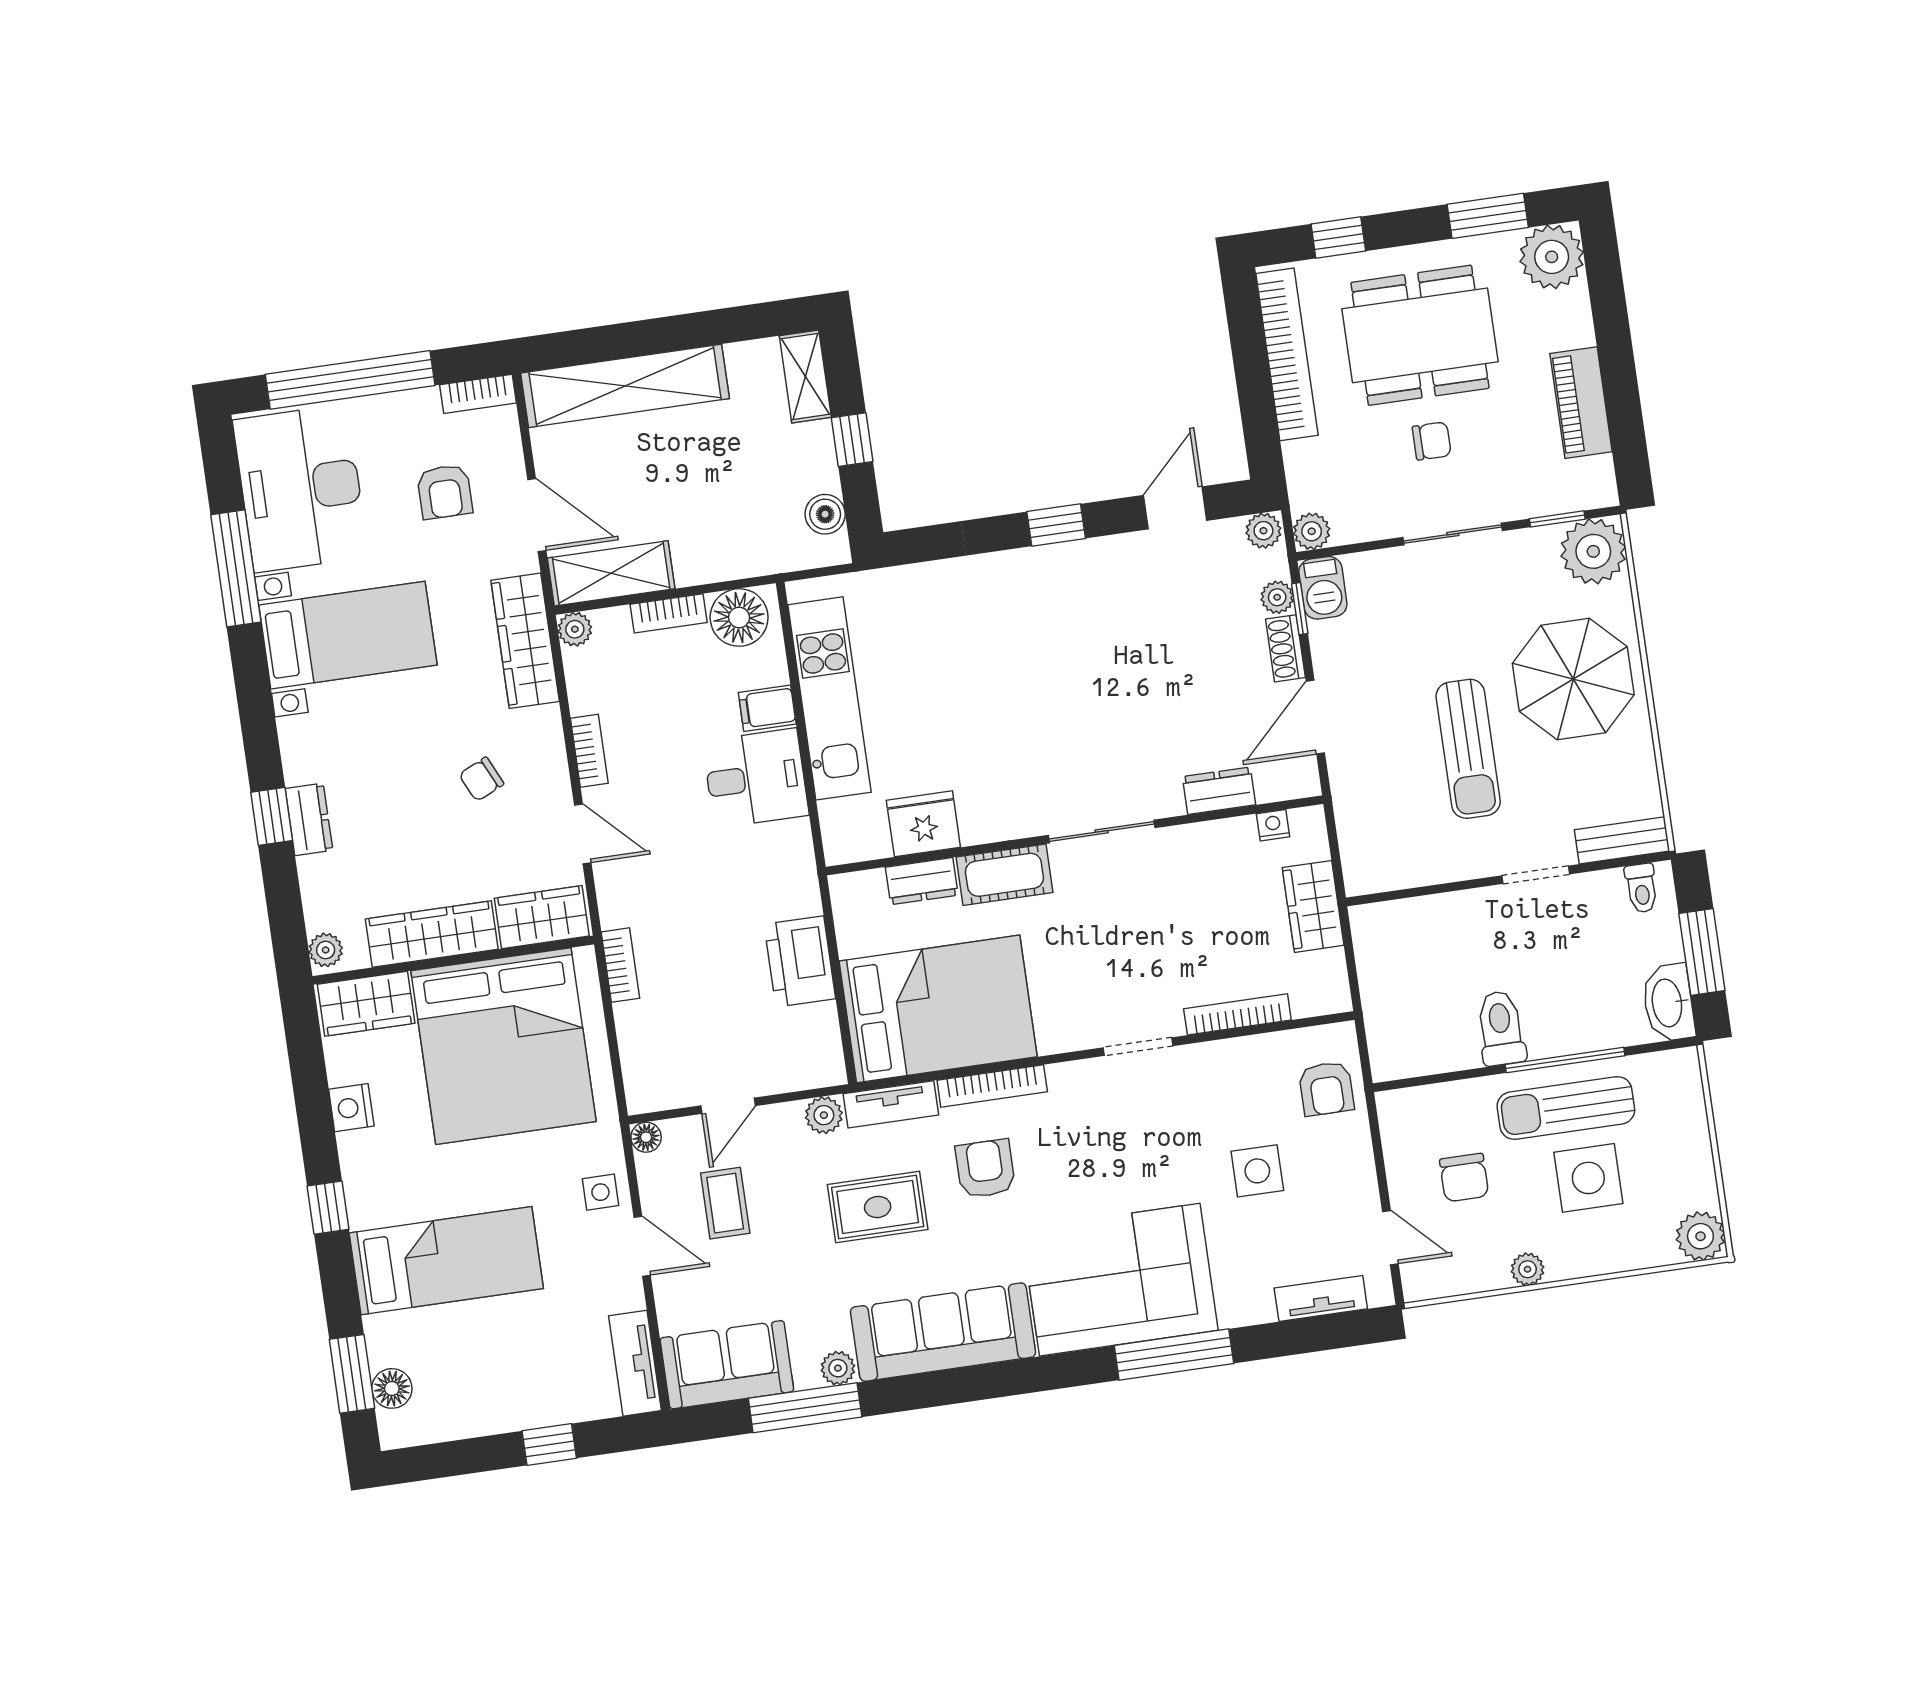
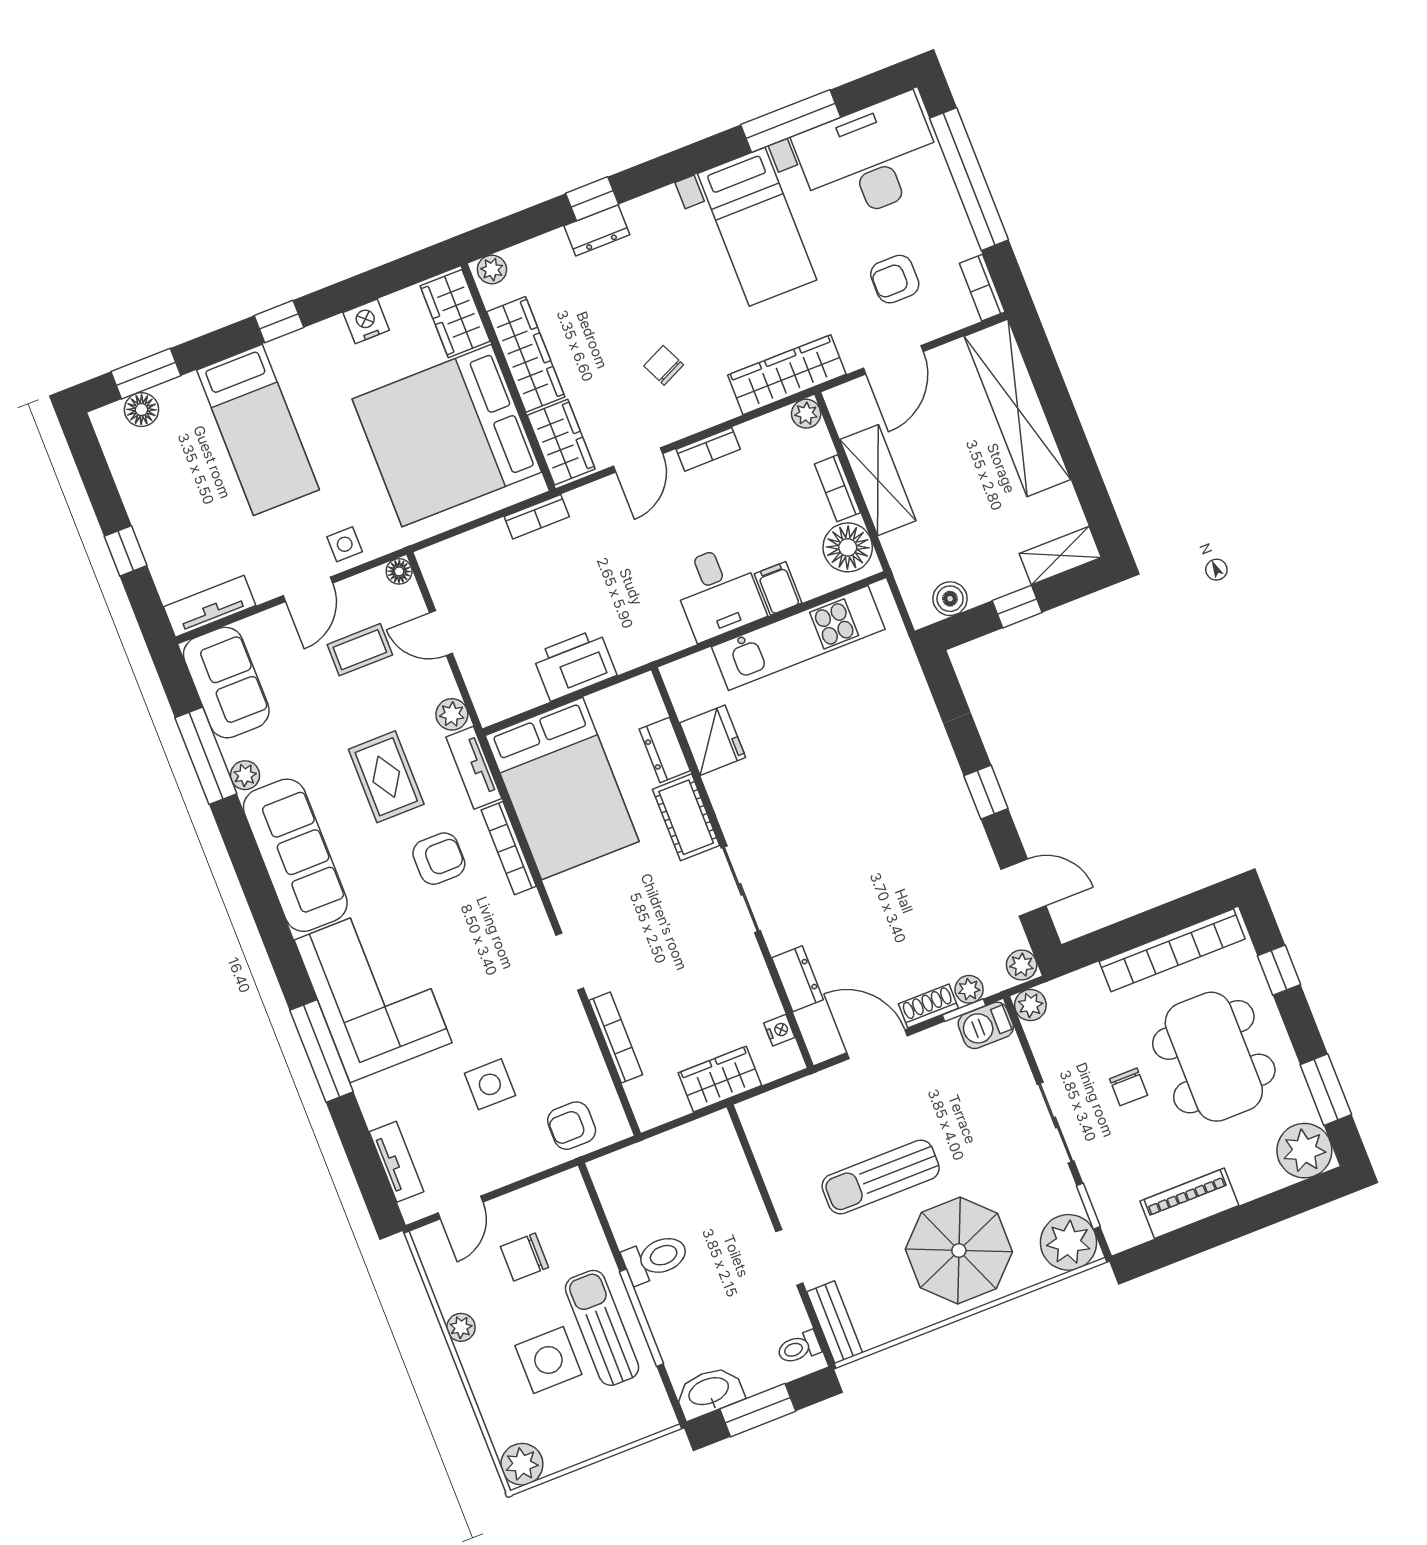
shelving: (611, 573) -> (878, 480), moved

